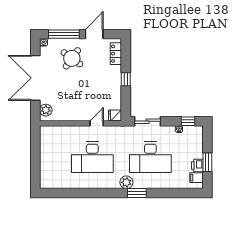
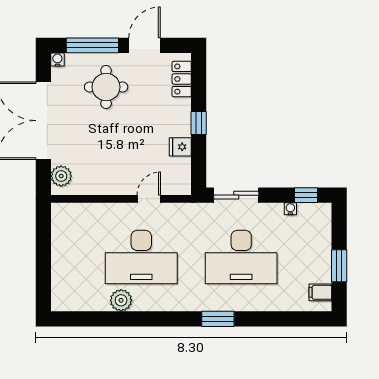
round table: (72, 58) -> (106, 87), turned -36
fridge: (115, 115) -> (180, 147), moved
printer: (197, 166) -> (322, 271), removed
plant: (126, 182) -> (121, 300), moved

